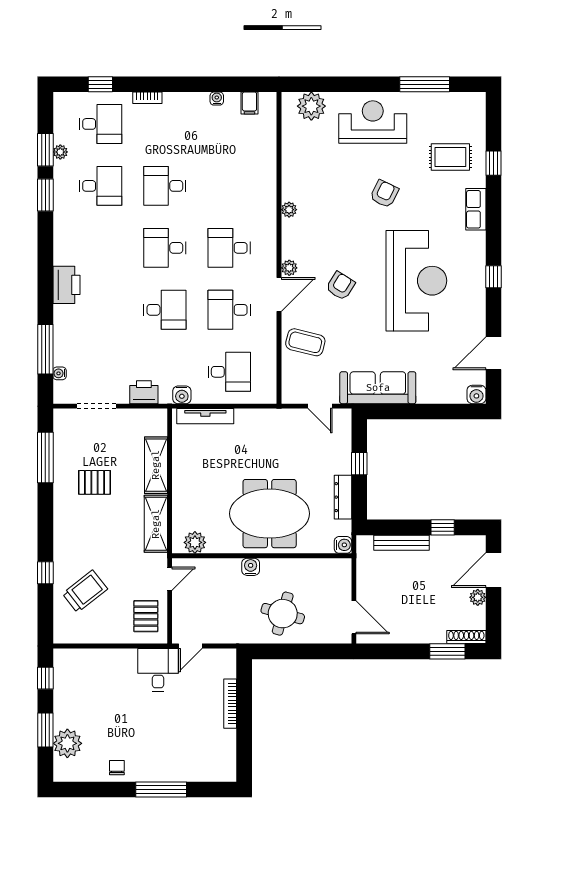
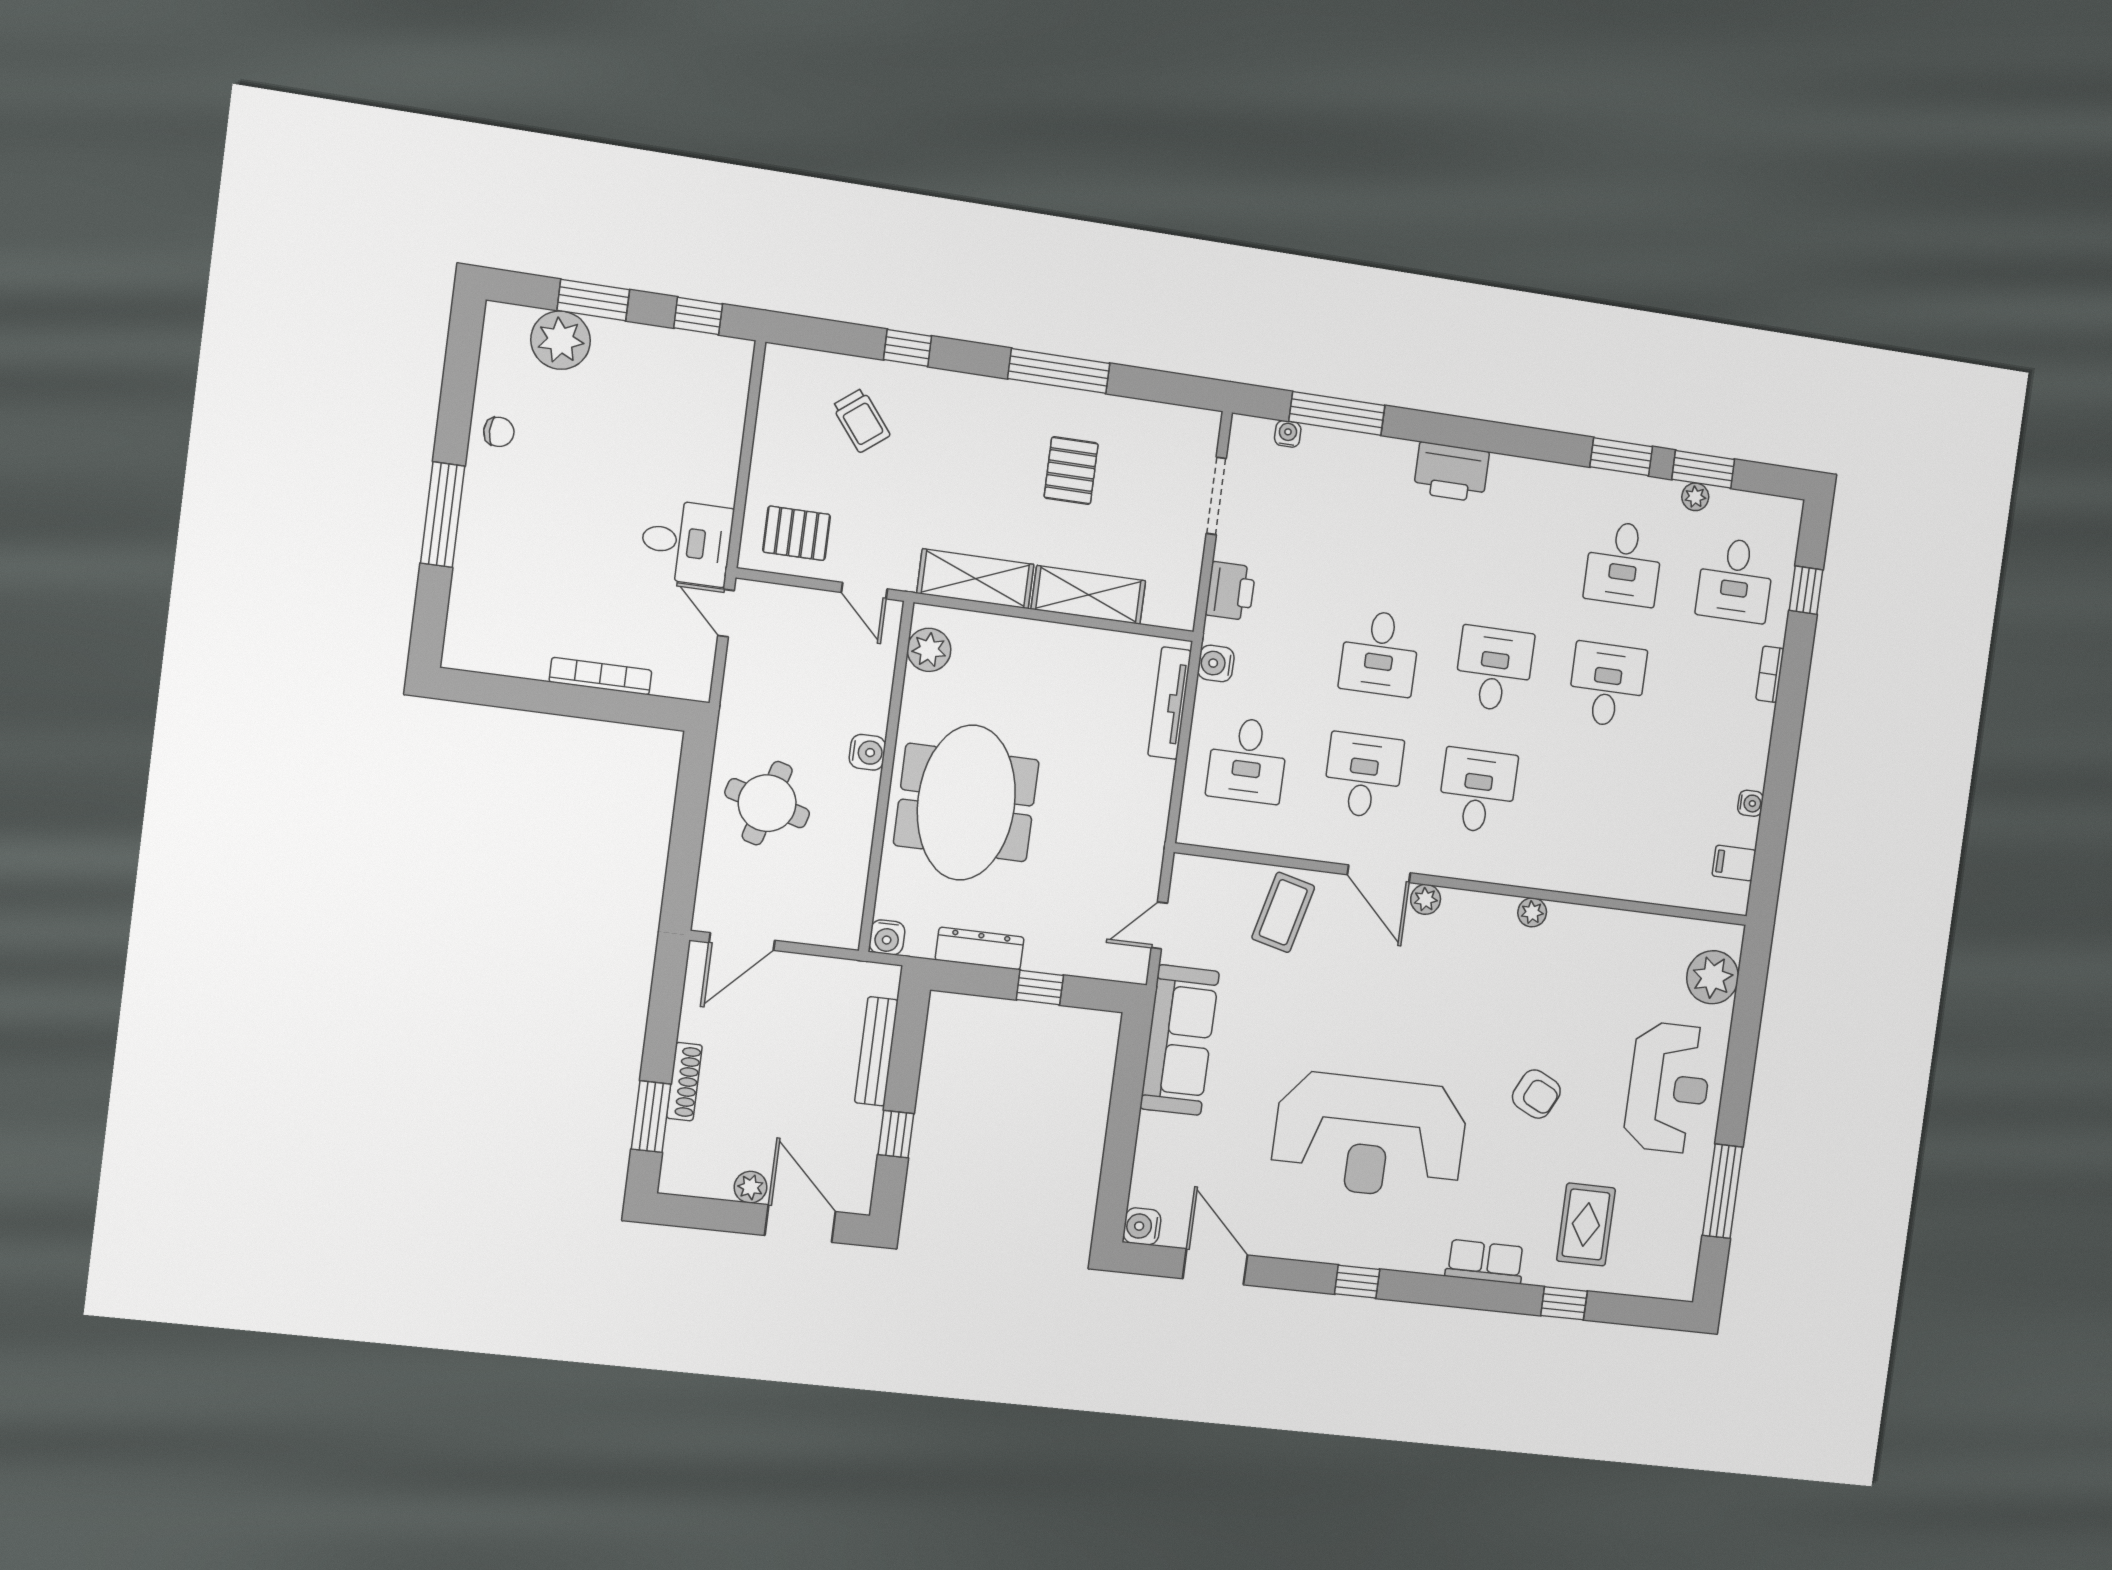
armchair: (340, 286) -> (1379, 992), removed
window: (45, 458) -> (1059, 371), moved
trolley: (85, 591) -> (861, 420), width x0.73, depth x0.72
shoe rack: (466, 637) -> (684, 1082), moved

